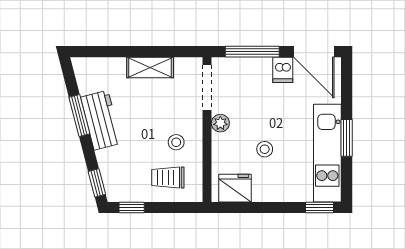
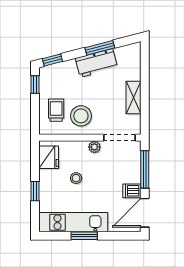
stool: (176, 142) -> (81, 116), width x1.89, depth x1.89
window: (319, 207) -> (35, 191), moved

